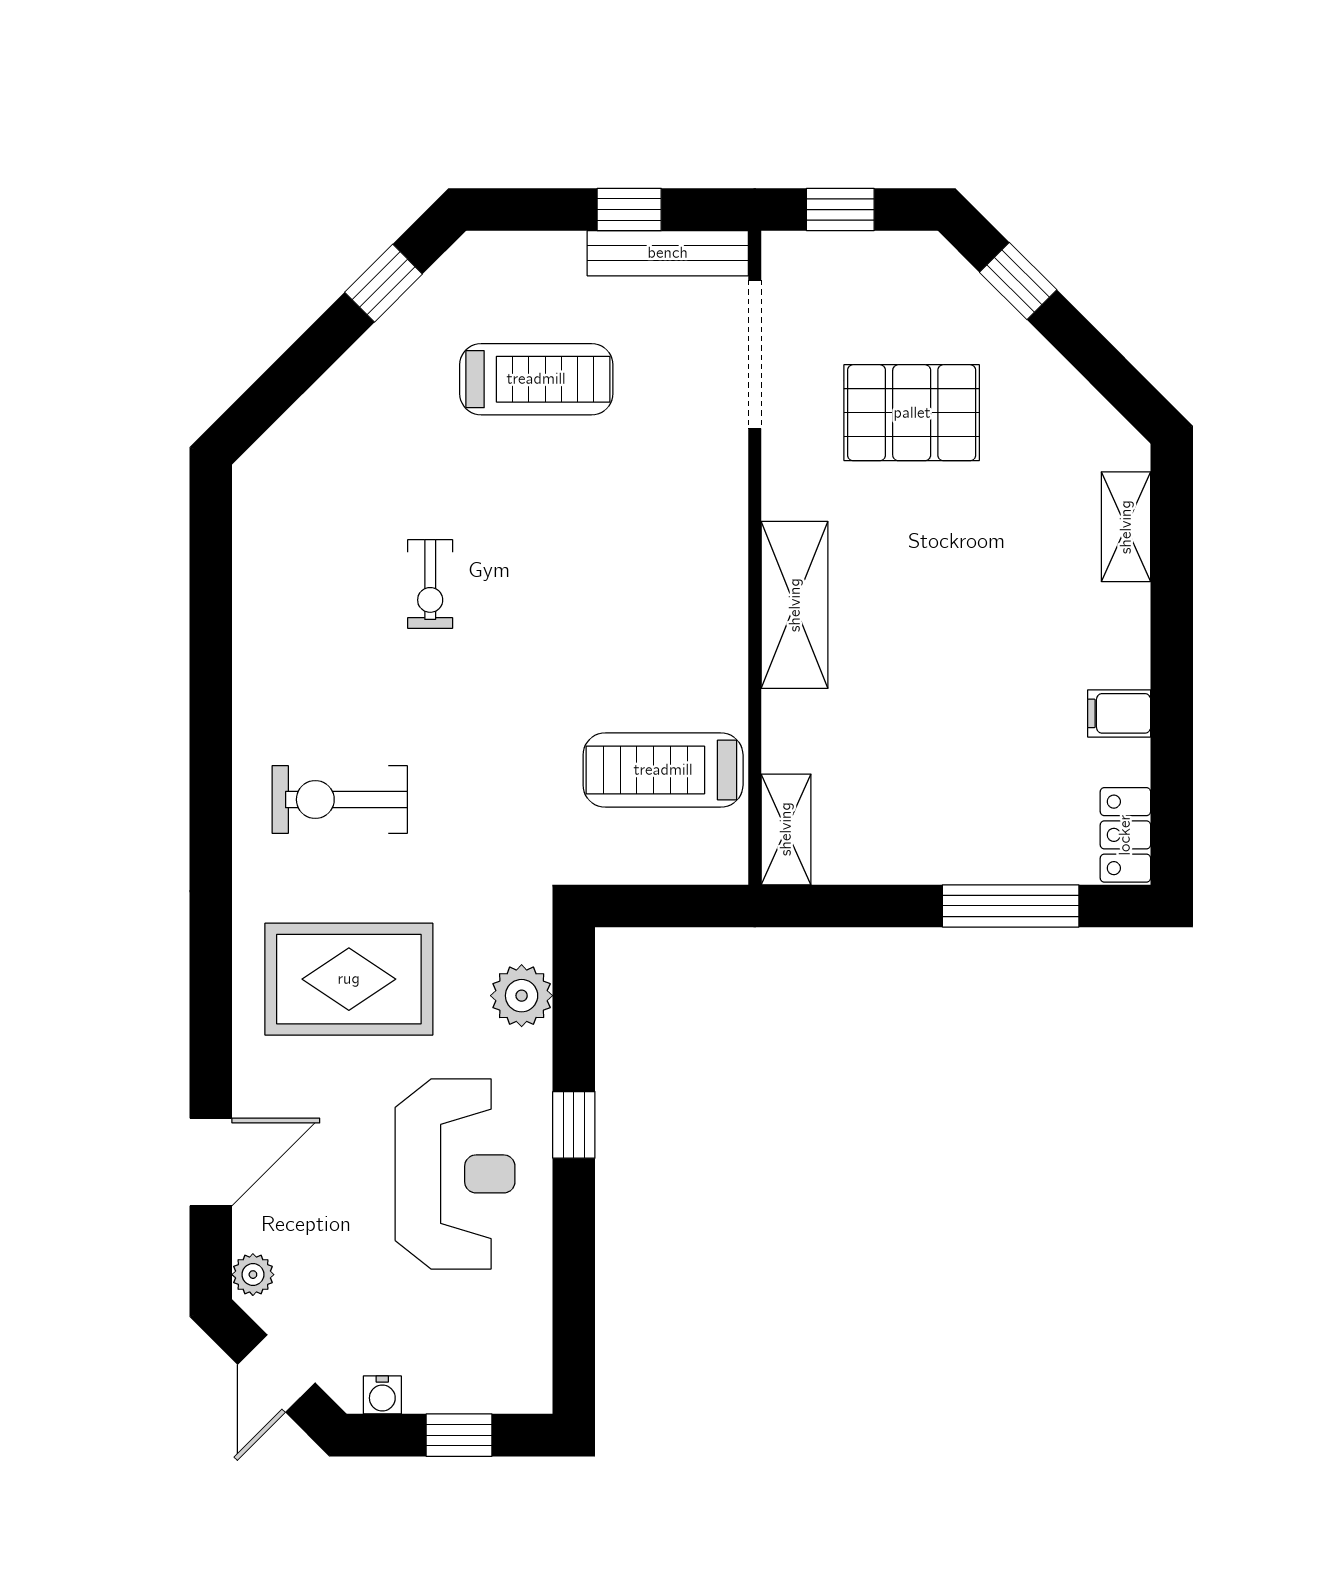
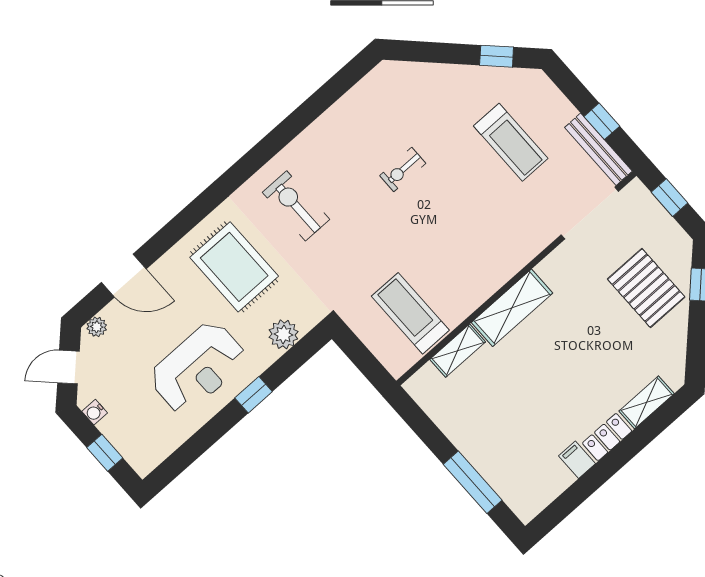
pallet: (912, 413) -> (646, 288), moved
shelving: (786, 829) -> (458, 351), moved
locker: (1125, 835) -> (607, 437), moved

